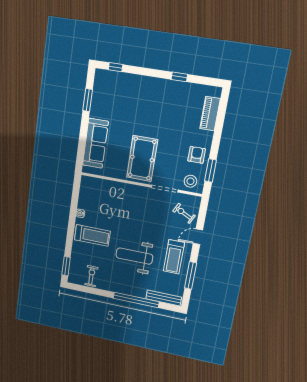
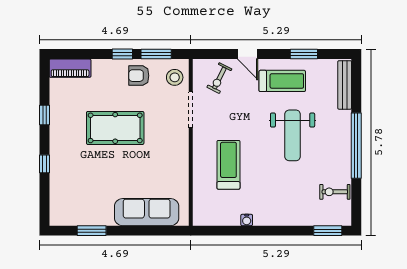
window: (115, 67) -> (44, 164), moved
piano: (210, 114) -> (70, 68), moved
window: (215, 145) -> (122, 54), added
pool table: (142, 159) -> (115, 128), moved
treadmill: (92, 235) -> (228, 165), moved
window: (190, 275) -> (304, 54), width x0.69
window: (136, 300) -> (356, 146), moved

